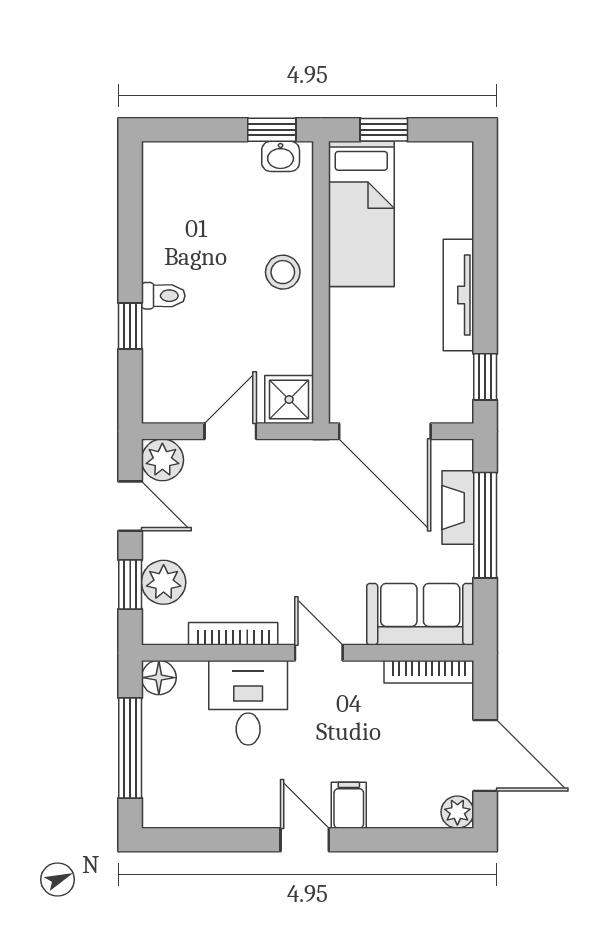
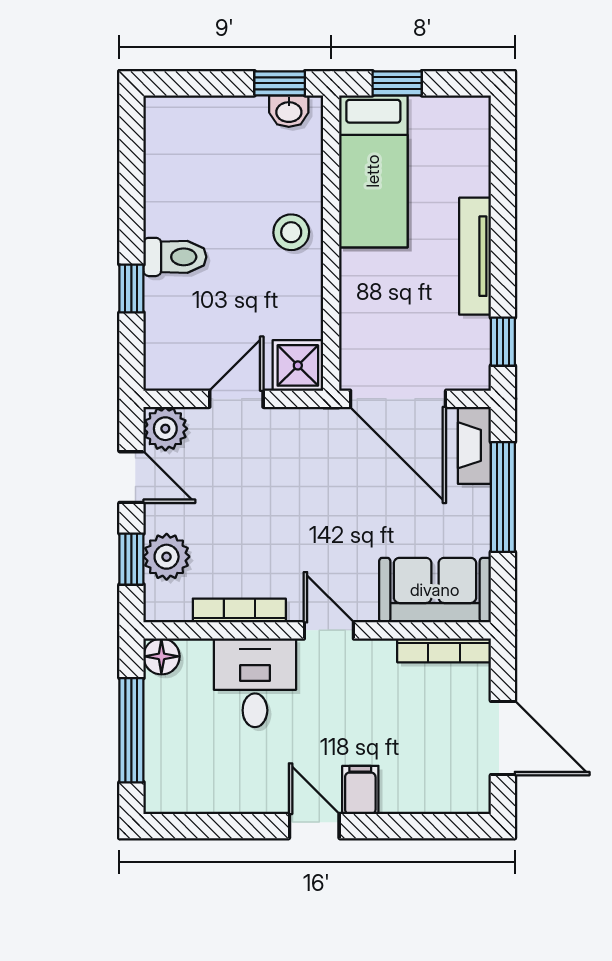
toilet: (163, 296) -> (175, 257), width x1.37, depth x1.39
fireplace: (458, 507) -> (474, 445), moved
plant: (457, 812) -> (474, 797), removed

